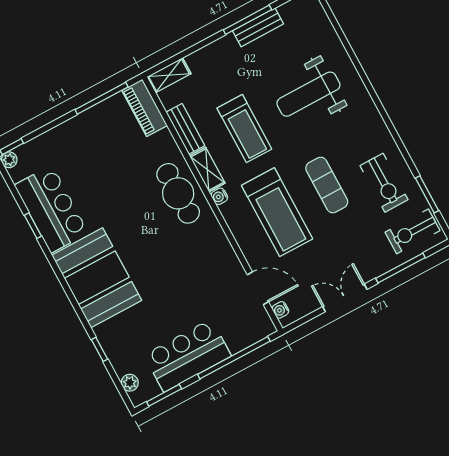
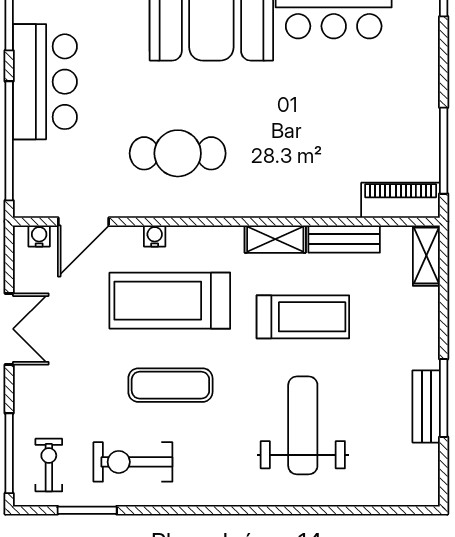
treadmill: (244, 129) -> (303, 317), turned 180
cafe table: (178, 193) -> (178, 153), moved
water cooler: (219, 196) -> (155, 236), moved
exercise bike: (413, 231) -> (49, 465), width x0.73, depth x0.72
window: (400, 268) -> (9, 453), moved

